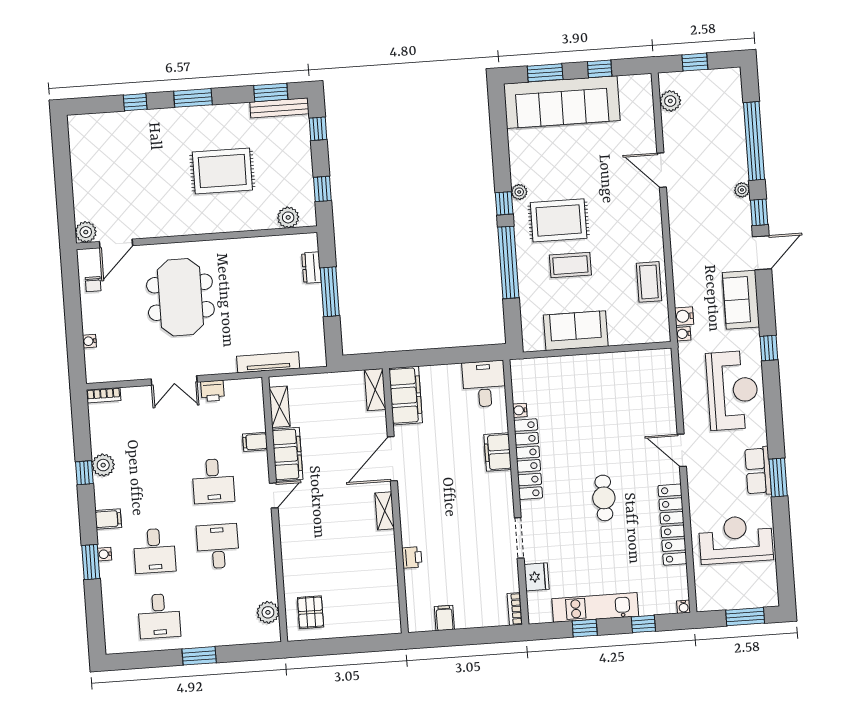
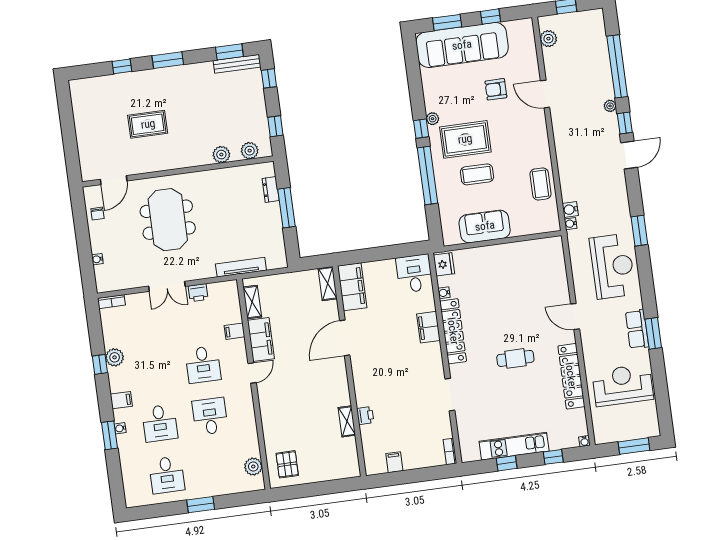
armchair: (601, 160) -> (496, 89), added
rug: (222, 171) -> (148, 124), moved, width x0.73, depth x0.70
plant: (86, 232) -> (221, 155), moved
sofa: (741, 300) -> (615, 194), removed
window: (769, 348) -> (639, 231), width x1.50
cafe table: (604, 498) -> (515, 358), turned 90
shelving: (385, 511) -> (347, 421), moved
fridge: (537, 577) -> (444, 264), moved

